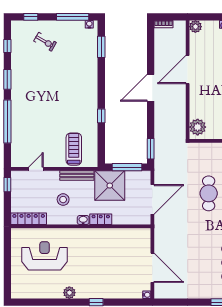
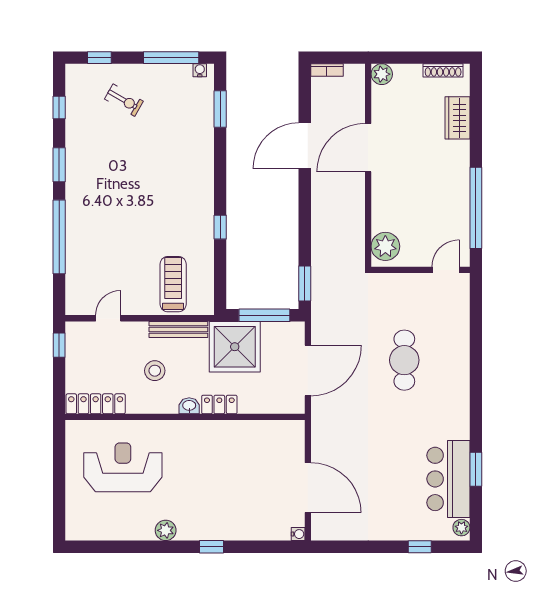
door: (151, 88) -> (305, 146), moved

